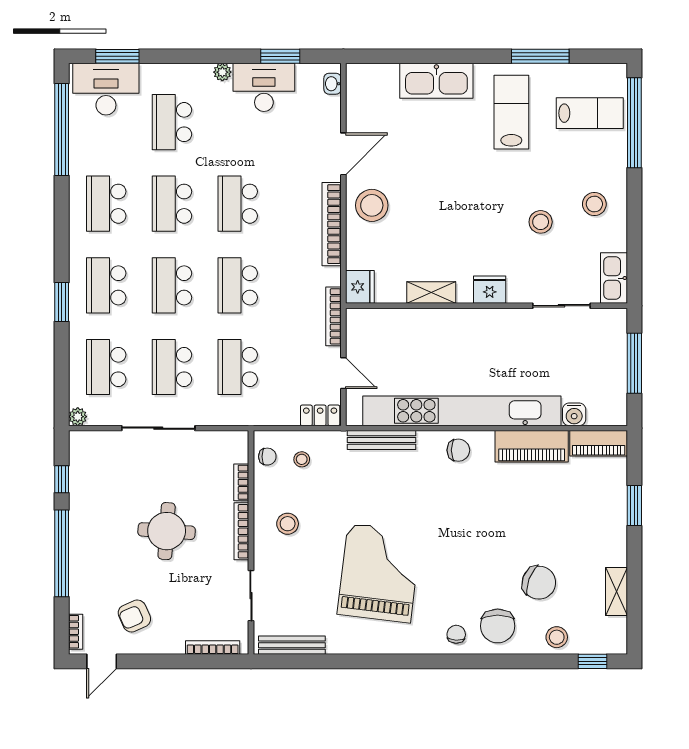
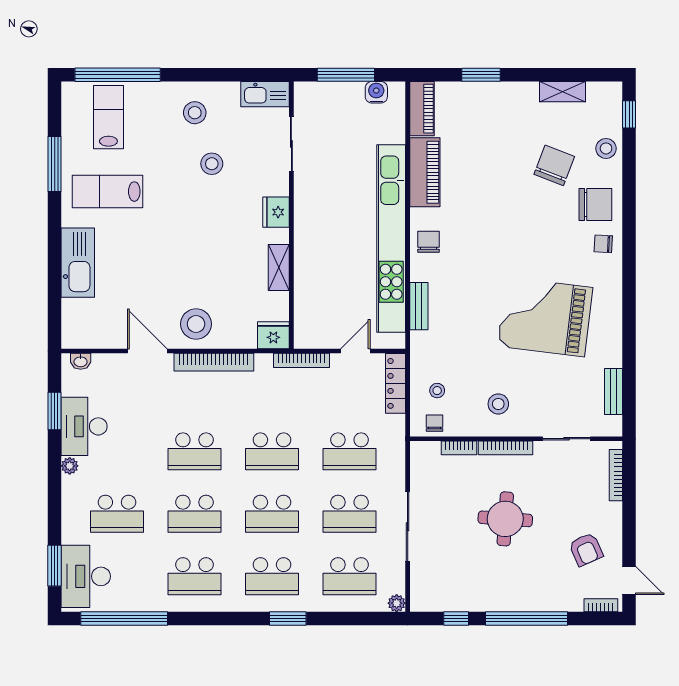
water cooler: (574, 414) -> (376, 92), moved, turned -90
locker: (320, 415) -> (395, 383), width x1.53
bench: (382, 440) -> (419, 306), width x0.73
bench: (292, 645) -> (614, 391), width x0.73

